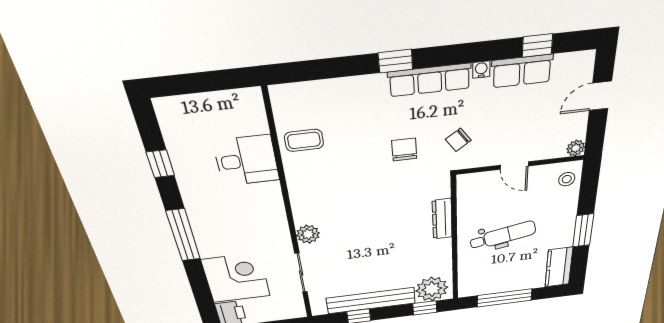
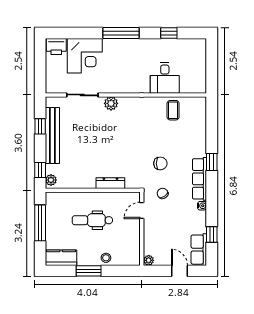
row of seats: (522, 71) -> (199, 250), moved
door: (514, 166) -> (142, 210), moved
stool: (567, 179) -> (106, 258), moved
dental chair: (503, 236) -> (92, 220), turned 101
plant: (432, 289) -> (51, 180), width x0.53, depth x0.53

